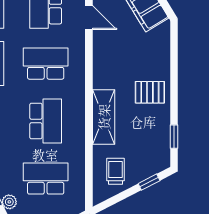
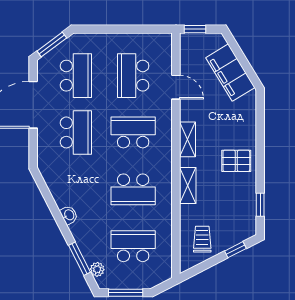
shelving: (101, 70) -> (187, 139), added
shelving: (104, 117) -> (188, 185), width x0.67, depth x0.75
school desk: (46, 121) -> (133, 189), turned 90

